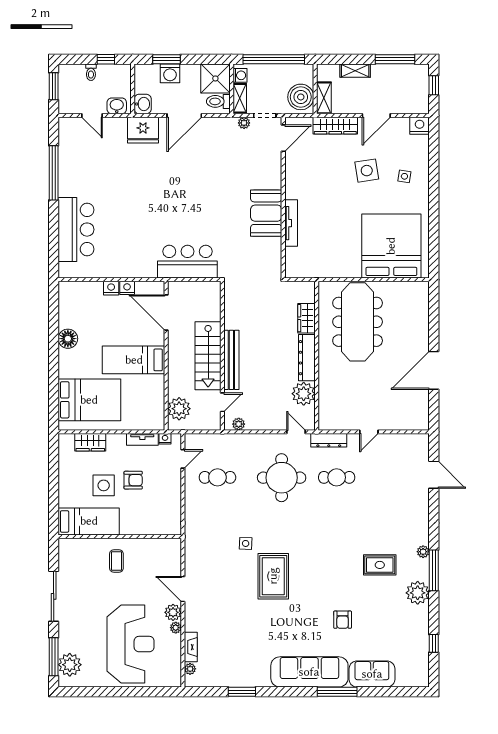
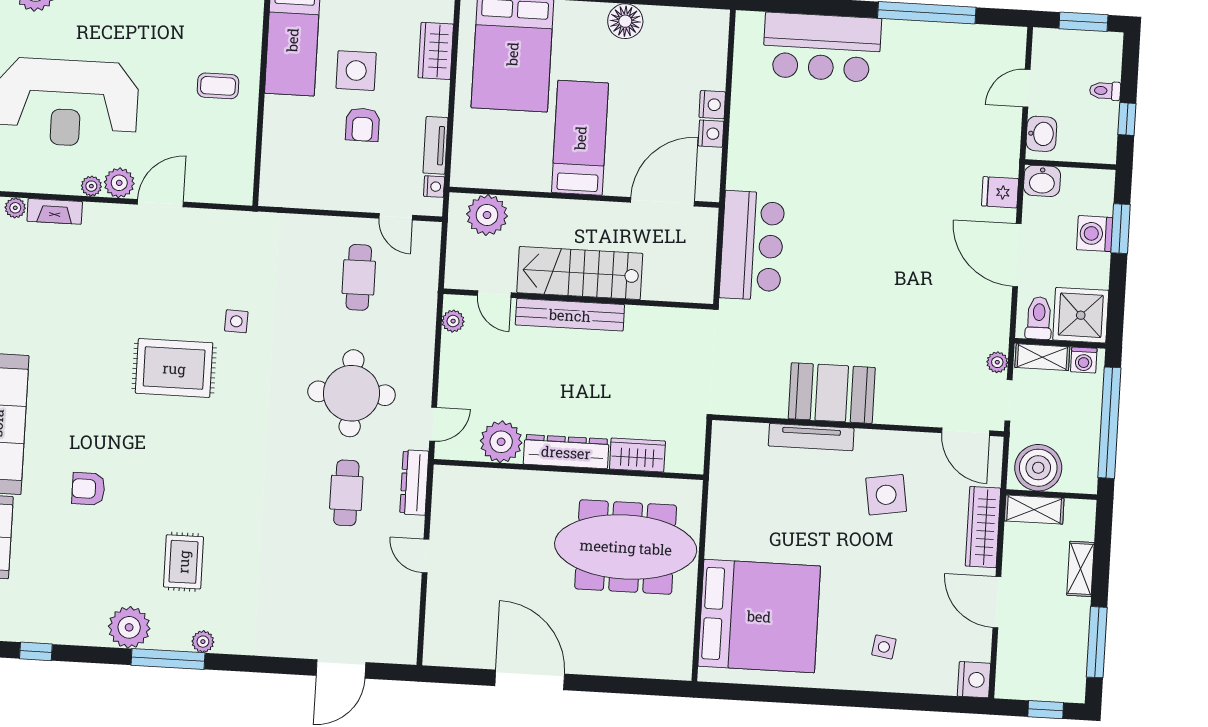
fridge: (143, 130) -> (1000, 192), width x0.53, depth x0.75
side table: (367, 171) -> (886, 495), moved

